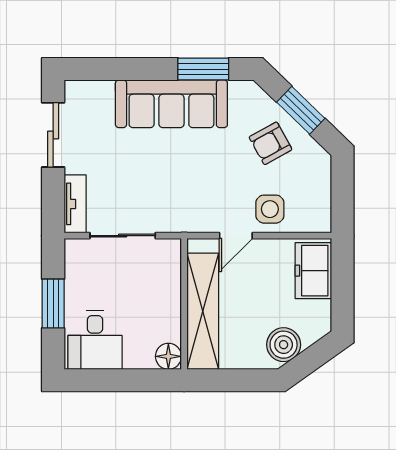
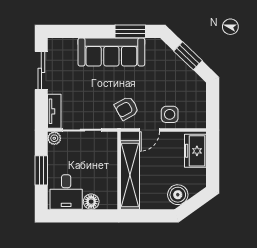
armchair: (271, 143) -> (127, 108), moved
plant: (75, 249) -> (54, 138), added
floor lamp: (168, 356) -> (91, 202), moved

